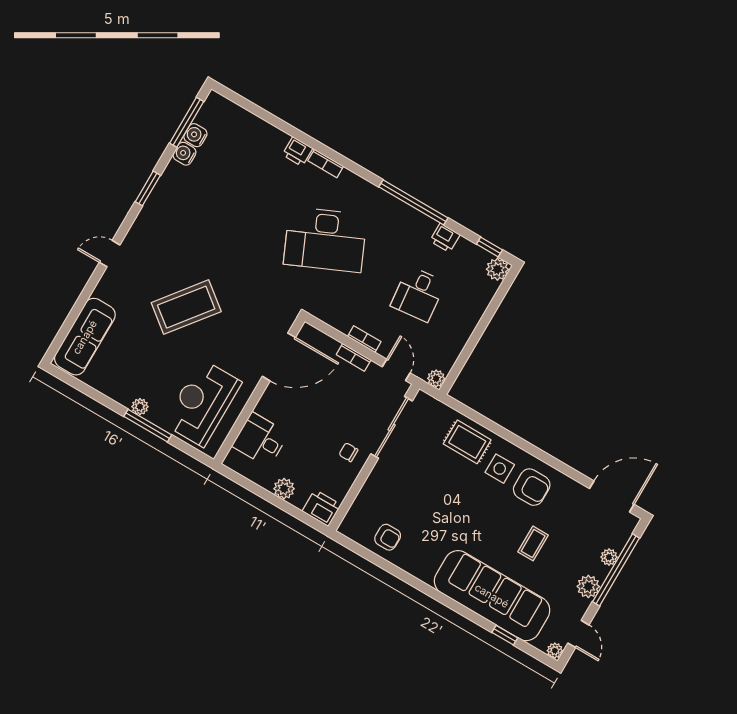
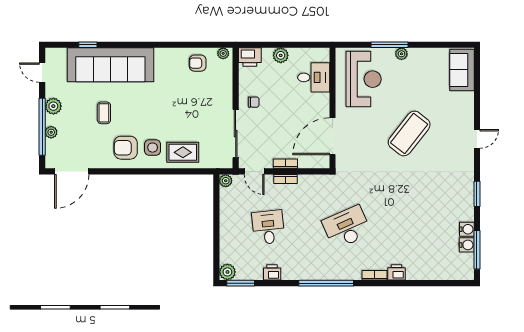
window: (413, 202) -> (326, 283), moved
desk: (325, 239) -> (347, 227), width x0.73, depth x0.77
window: (489, 247) -> (241, 283), width x1.50
sofa: (85, 337) -> (462, 70), width x0.73
plant: (555, 651) -> (223, 53), moved

